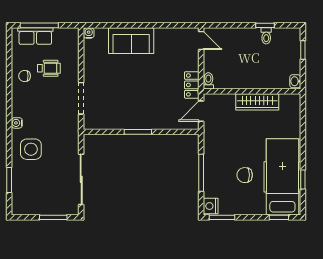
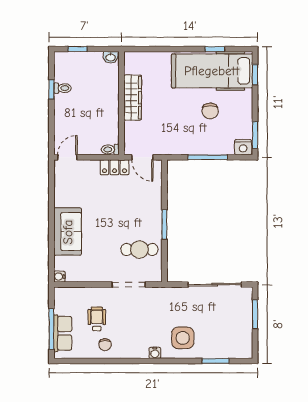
cafe table: (114, 108) -> (139, 250), added

